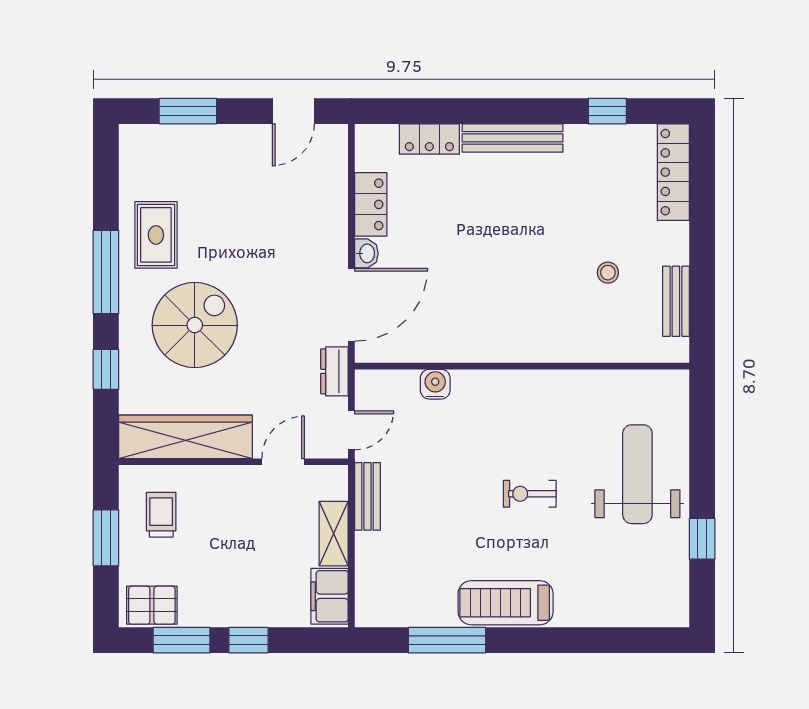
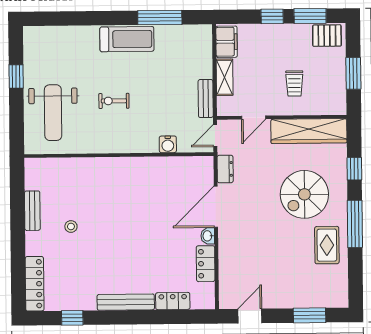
wall: (522, 366) -> (119, 155), moved
water cooler: (435, 384) -> (168, 144), moved
exercise bike: (530, 494) -> (114, 101), turned 180
trolley: (161, 515) -> (294, 83), moved

